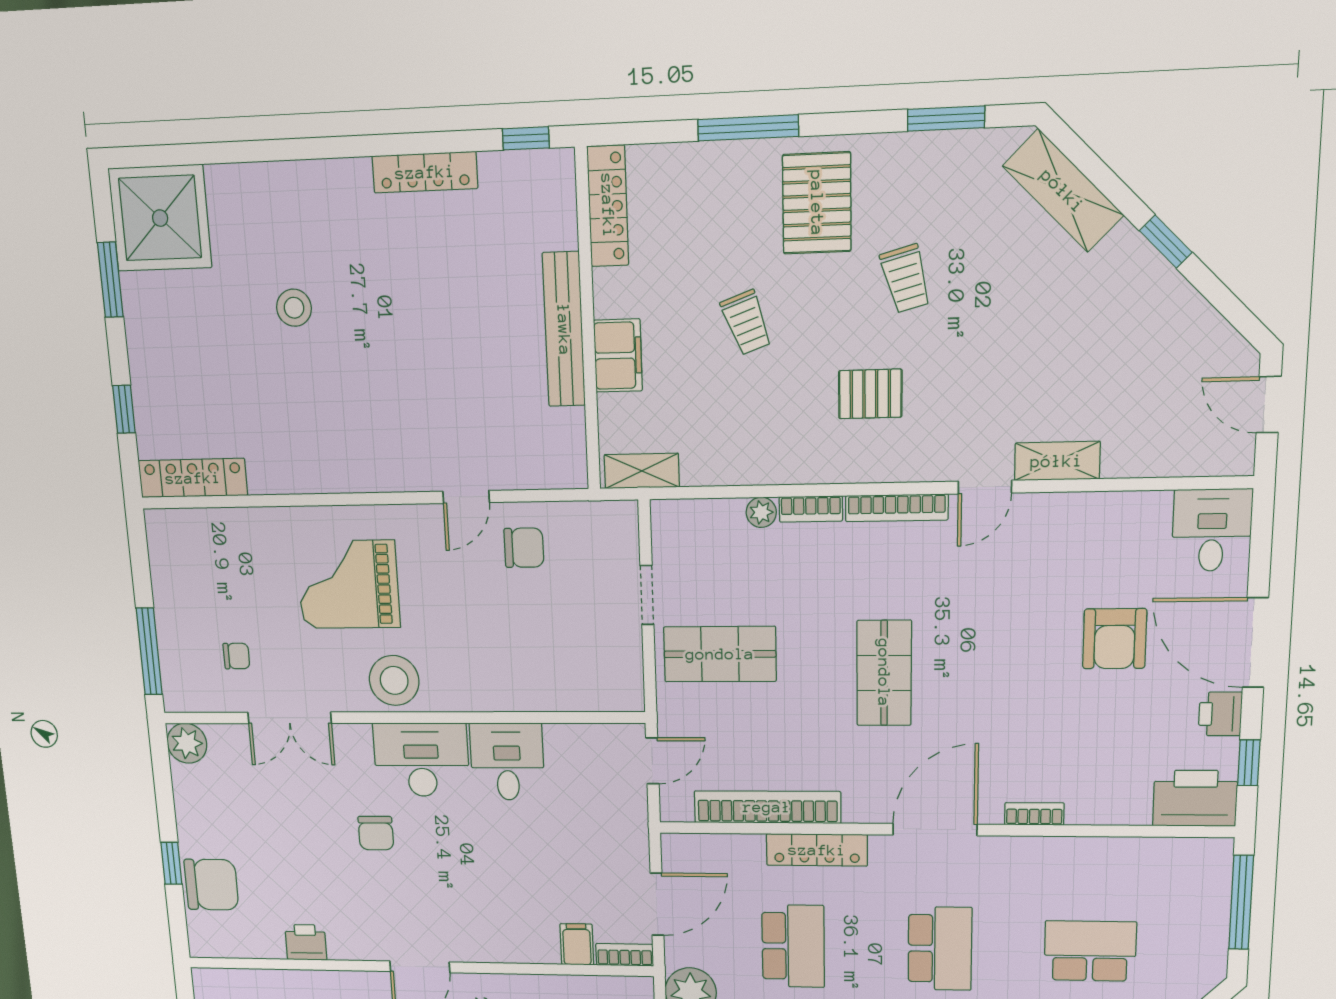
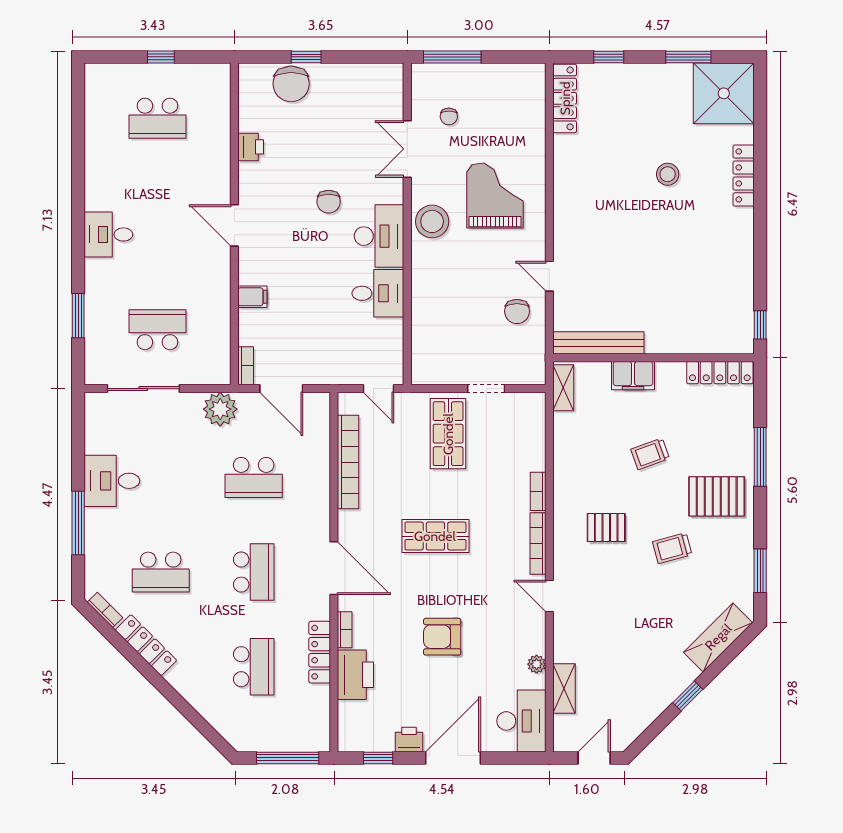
locker: (425, 172) -> (744, 175), moved
bench: (564, 330) -> (598, 343), moved
pallet: (870, 394) -> (606, 528), turned 90
shelving: (1057, 461) -> (564, 689), moved
plant: (761, 512) -> (537, 664), moved
desk: (1212, 530) -> (521, 721), width x1.37
armchair: (1115, 639) -> (442, 637), moved
plant: (187, 743) -> (390, 77), removed
printer: (1195, 798) -> (355, 675), moved
chair: (376, 833) -> (329, 202), turned -90
locker: (817, 850) -> (320, 652), moved
filing cabinet: (577, 944) -> (252, 297), moved
school desk: (940, 949) -> (254, 572), turned -90

